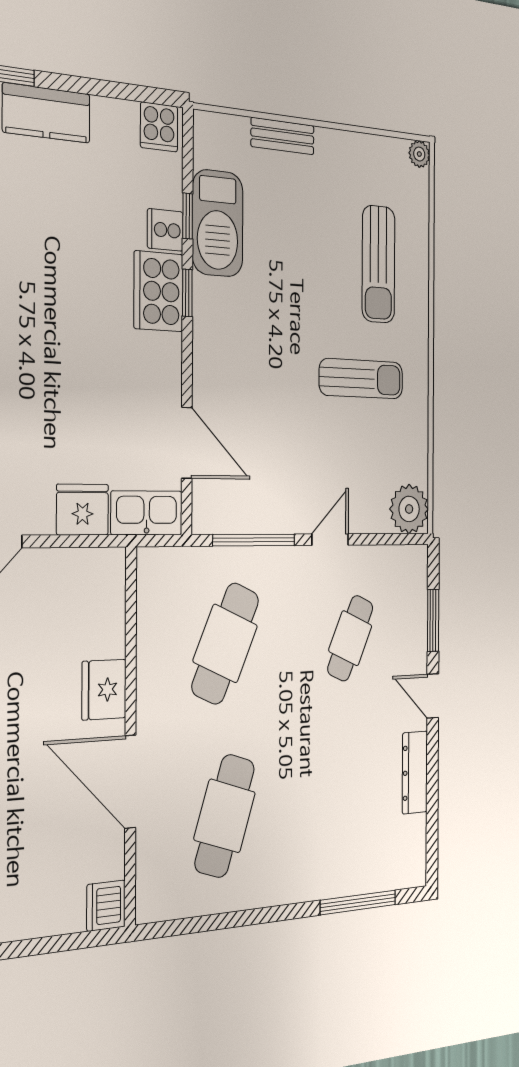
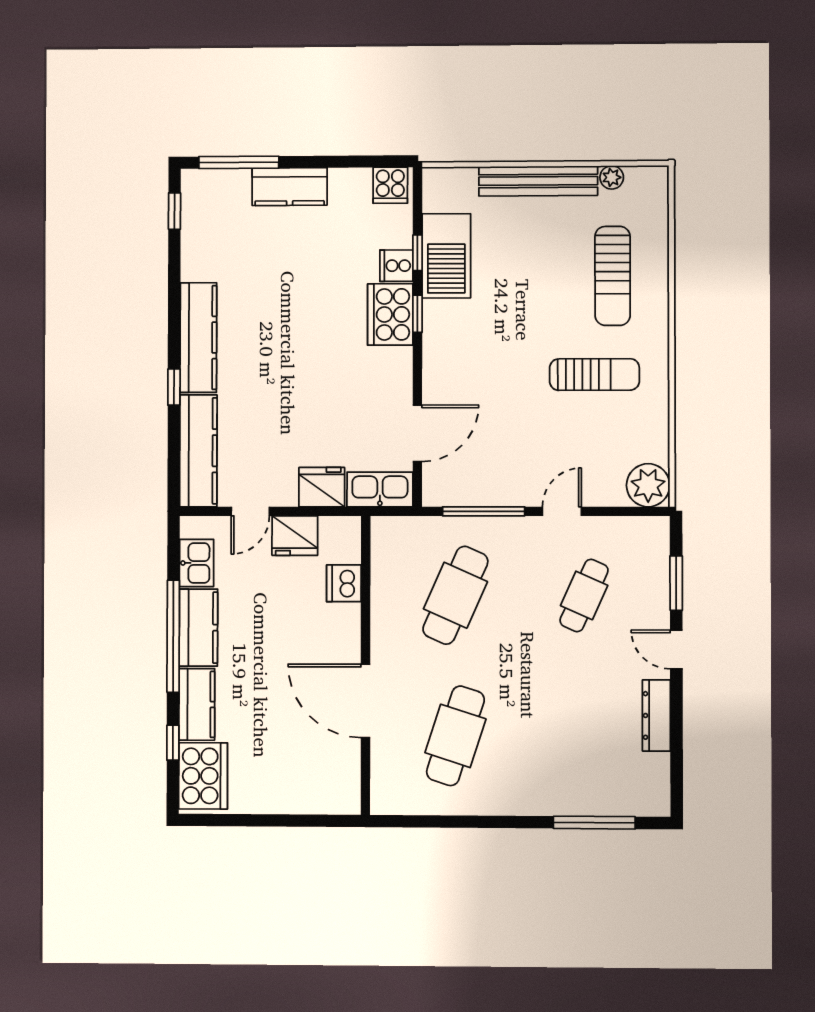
bench: (283, 136) -> (538, 181), width x1.86, depth x1.21
plant: (419, 154) -> (612, 177), moved
door: (187, 443) -> (417, 433), hinge flipped
fridge: (104, 690) -> (295, 536), moved, turned -90
dishwasher: (106, 906) -> (344, 583), moved

